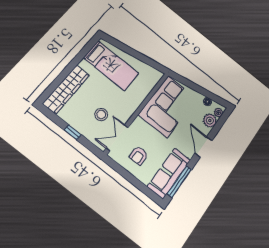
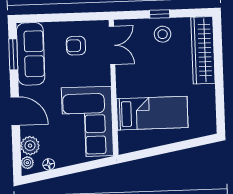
bed: (111, 66) -> (152, 113), moved, turned 180
stool: (101, 115) -> (163, 34), moved
armchair: (139, 156) -> (76, 46), turned -90
window: (179, 182) -> (13, 54), width x0.69

